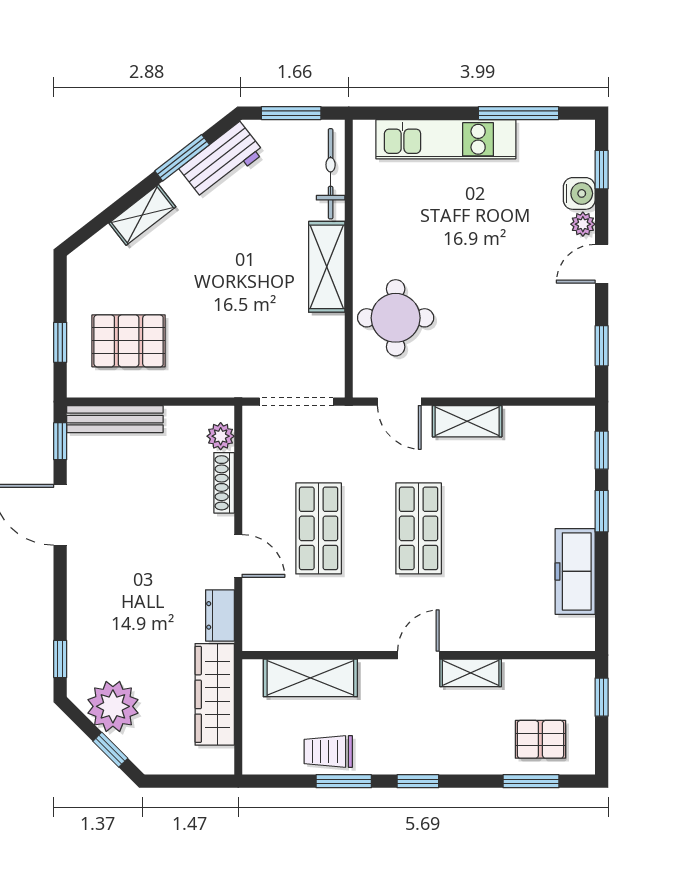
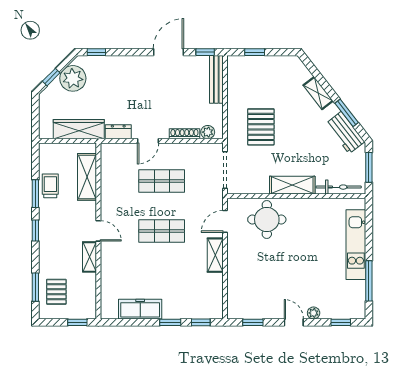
water cooler: (579, 193) -> (329, 311), removed
pallet: (129, 341) -> (261, 127), moved

